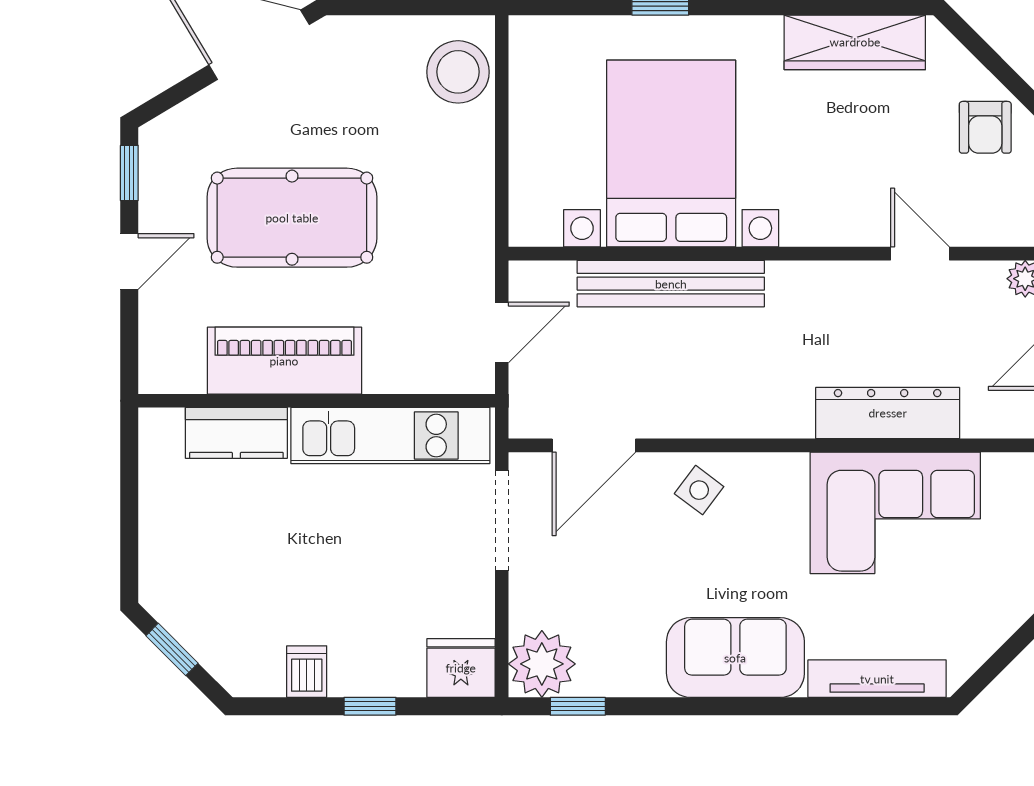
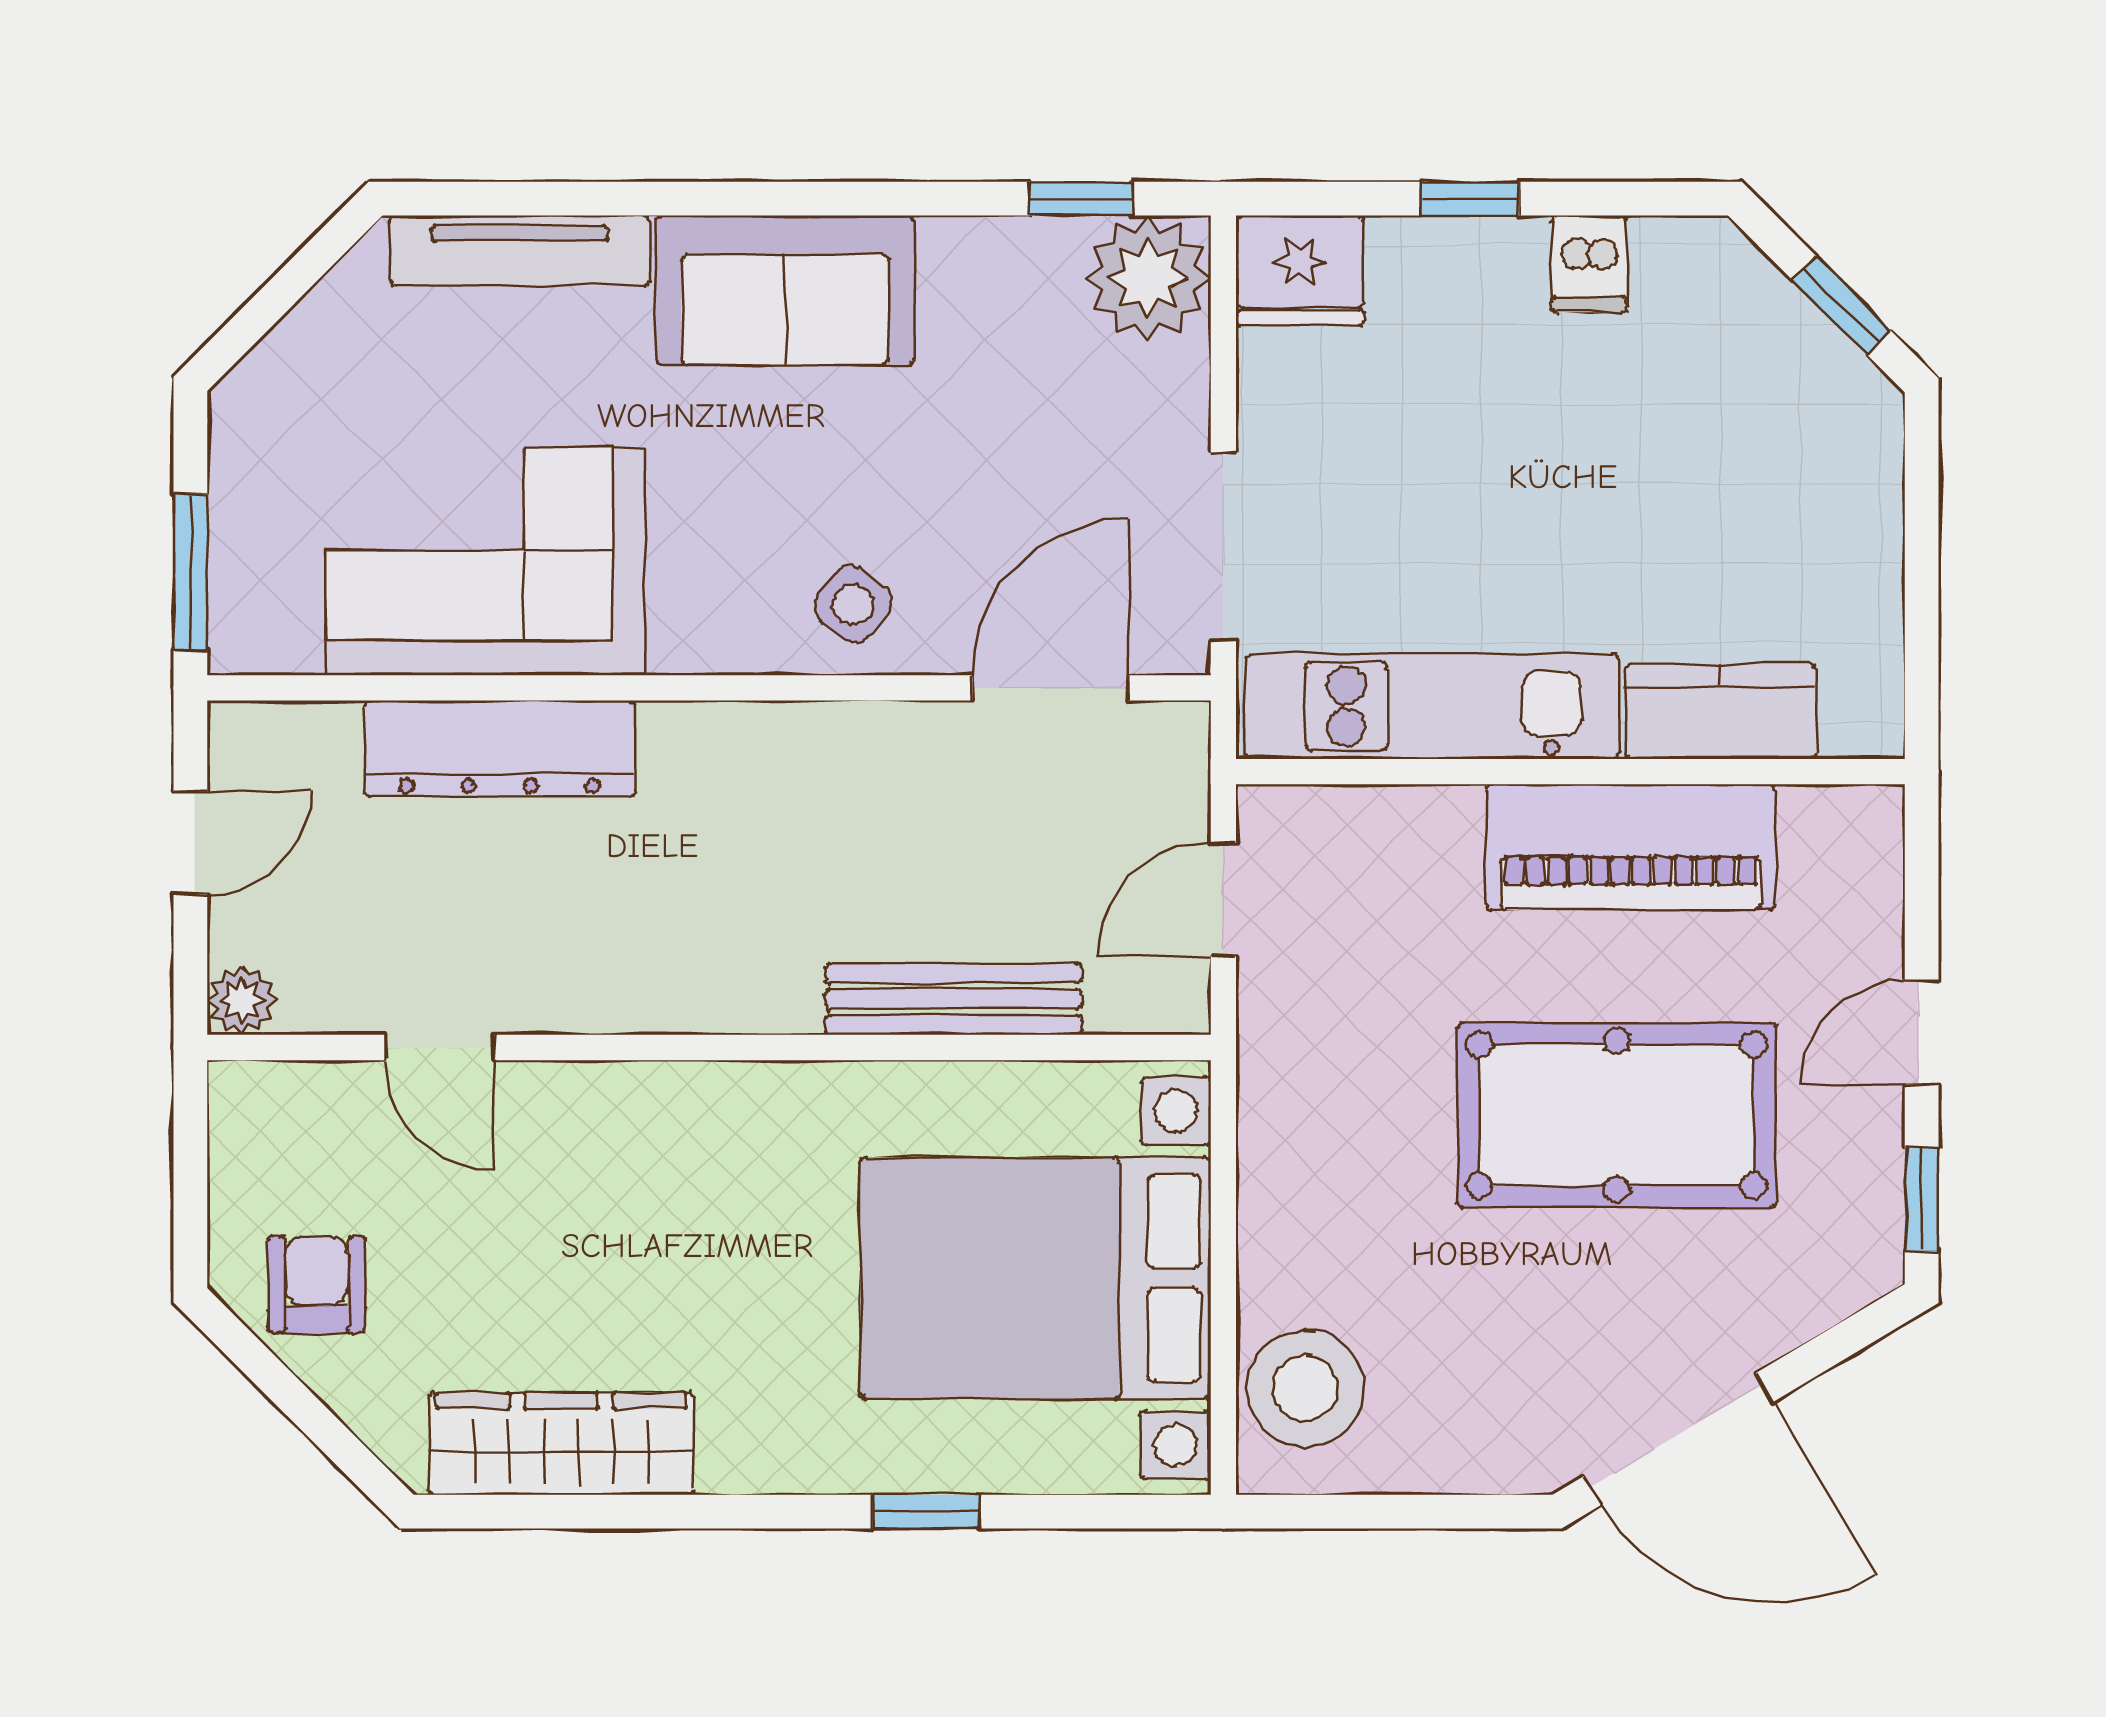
bed with nightstands: (671, 154) -> (1036, 1278), moved, turned 90
bench: (671, 284) -> (954, 999), width x0.73, depth x0.82

